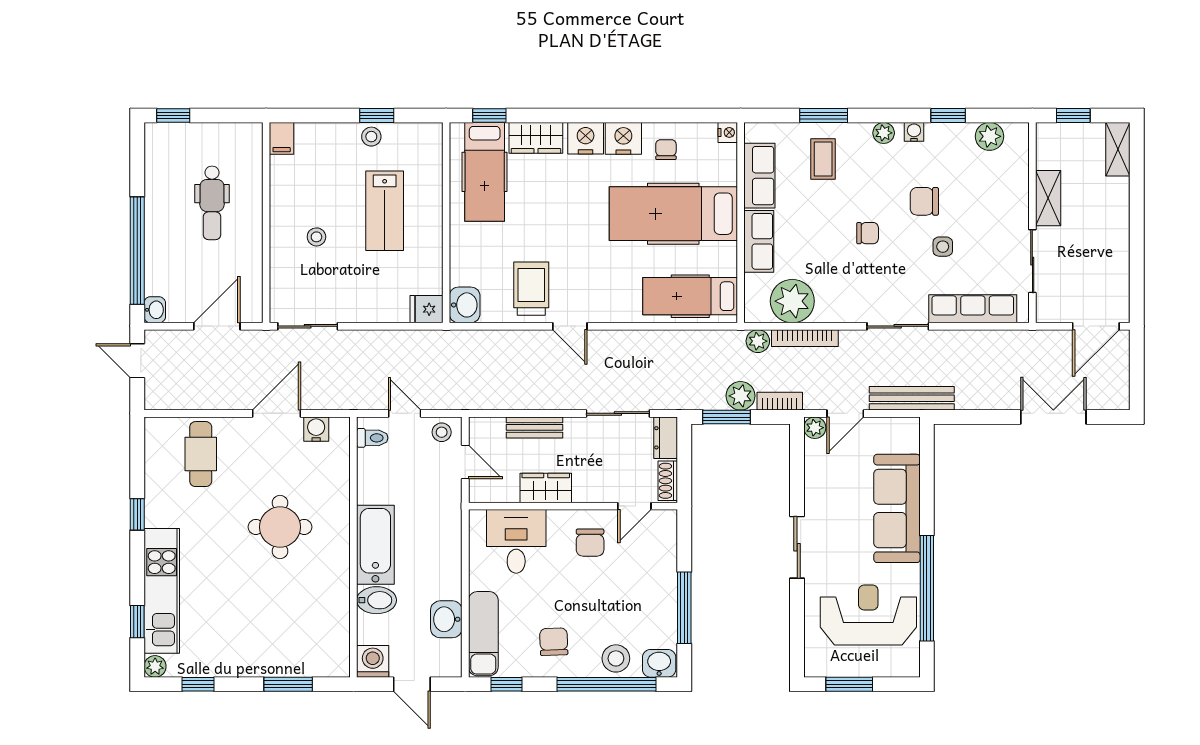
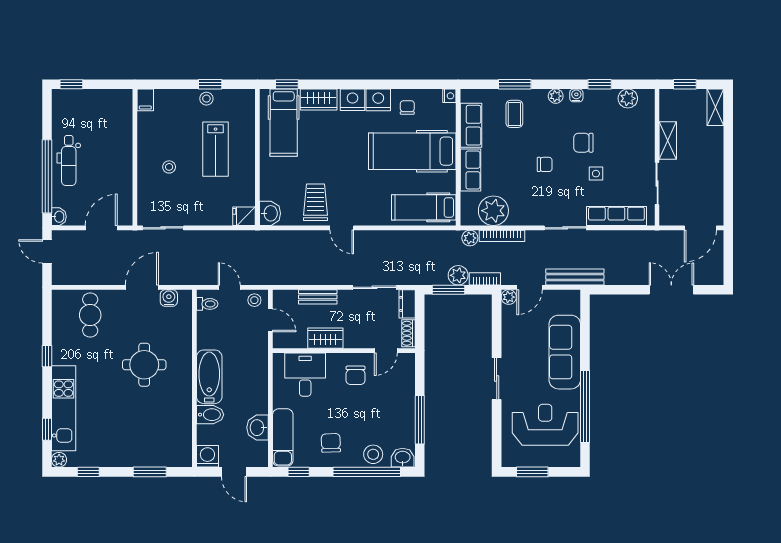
dental chair: (212, 203) -> (69, 161), moved

